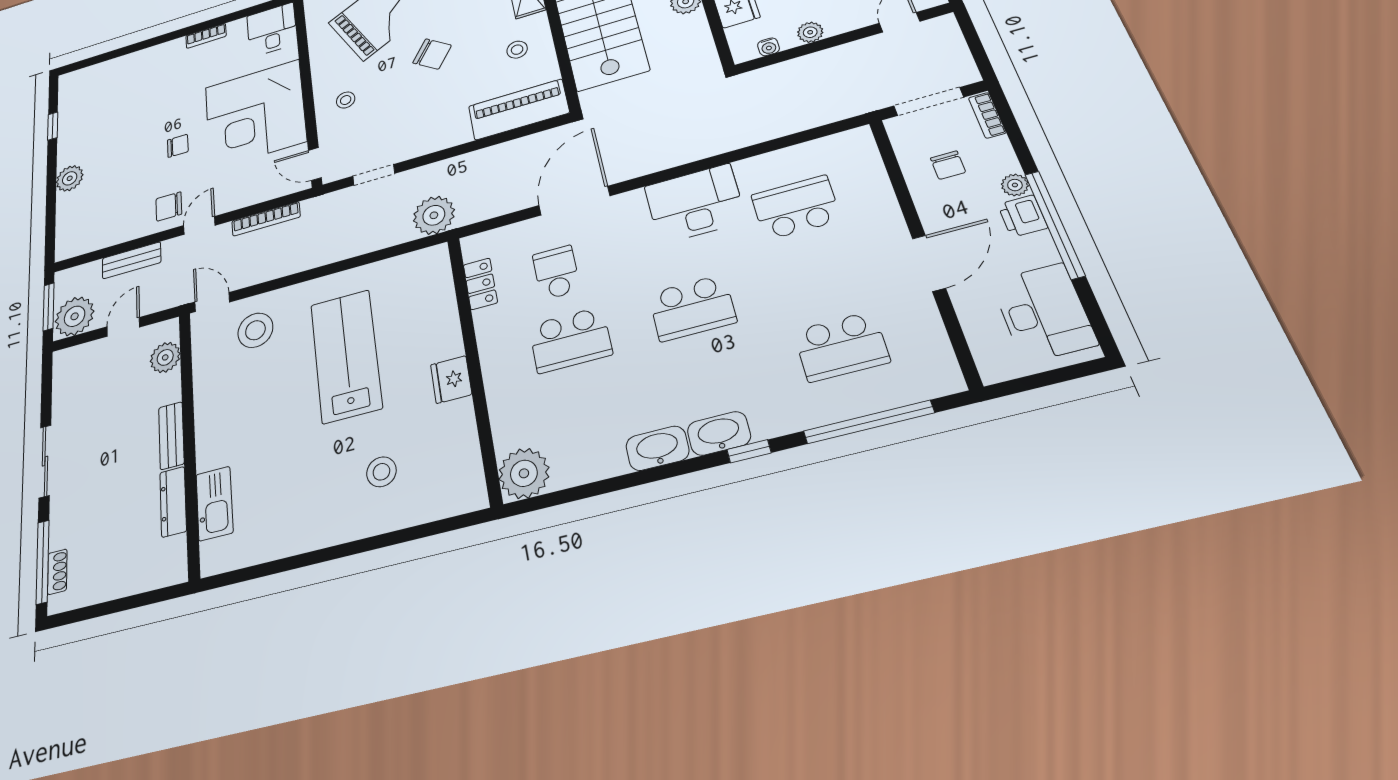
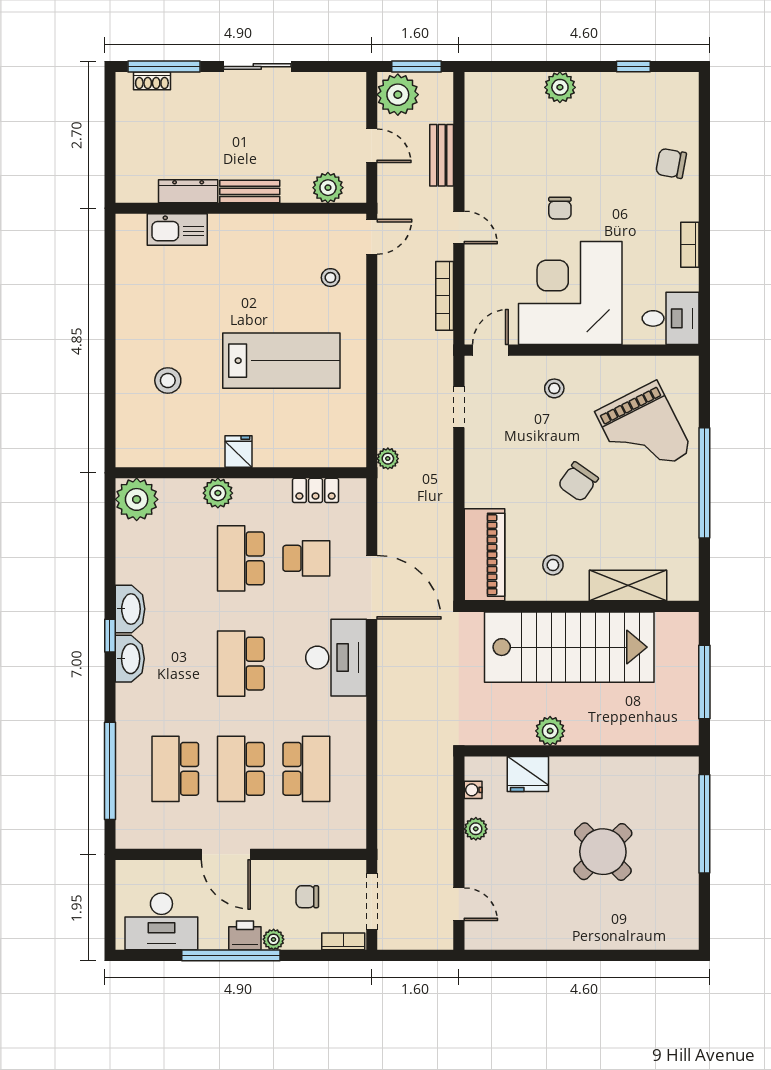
desk: (695, 204) -> (336, 658), moved
chair: (169, 206) -> (671, 163), moved, turned -80
plant: (434, 215) -> (388, 459), width x0.53, depth x0.53
school desk: (818, 275) -> (241, 769), added
stool: (255, 330) -> (330, 278), width x0.53, depth x0.53
fridge: (451, 379) -> (238, 451), width x0.72
plant: (501, 384) -> (218, 493), added
window: (749, 451) -> (110, 636), moved

